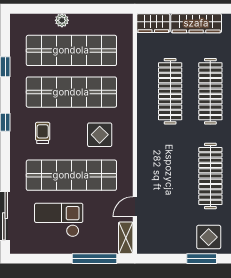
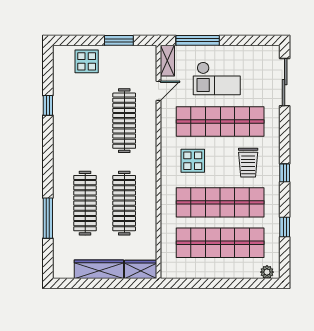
plant: (62, 20) -> (267, 272), moved
trolley: (43, 133) -> (248, 163), width x1.36, depth x1.39
clothes rail: (210, 176) -> (124, 121), moved
checkout: (59, 220) -> (217, 78), moved
window: (202, 259) -> (119, 40), moved

